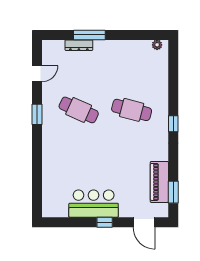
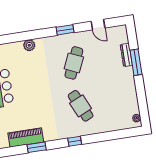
cafe table: (132, 110) -> (81, 106), turned -39
plant: (49, 160) -> (29, 45), added
window: (173, 192) -> (37, 147), moved

